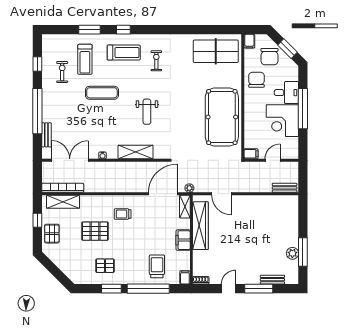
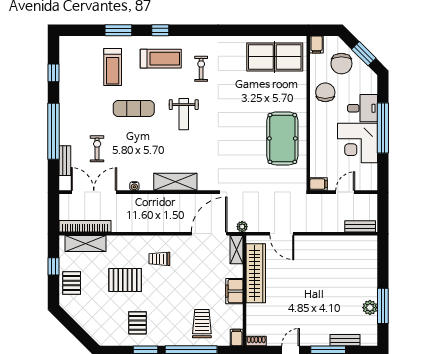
exercise bike: (62, 72) -> (97, 149), moved
weight bench: (147, 112) -> (184, 114), moved
pool table: (222, 117) -> (282, 138), width x0.73, depth x0.76
pallet: (105, 266) -> (137, 323), turned 90

